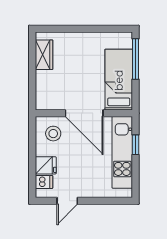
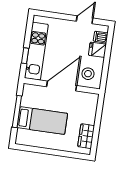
window: (136, 59) -> (17, 112), moved
bed: (119, 80) -> (42, 121), moved, turned -90
door: (84, 113) -> (62, 86), hinge flipped

